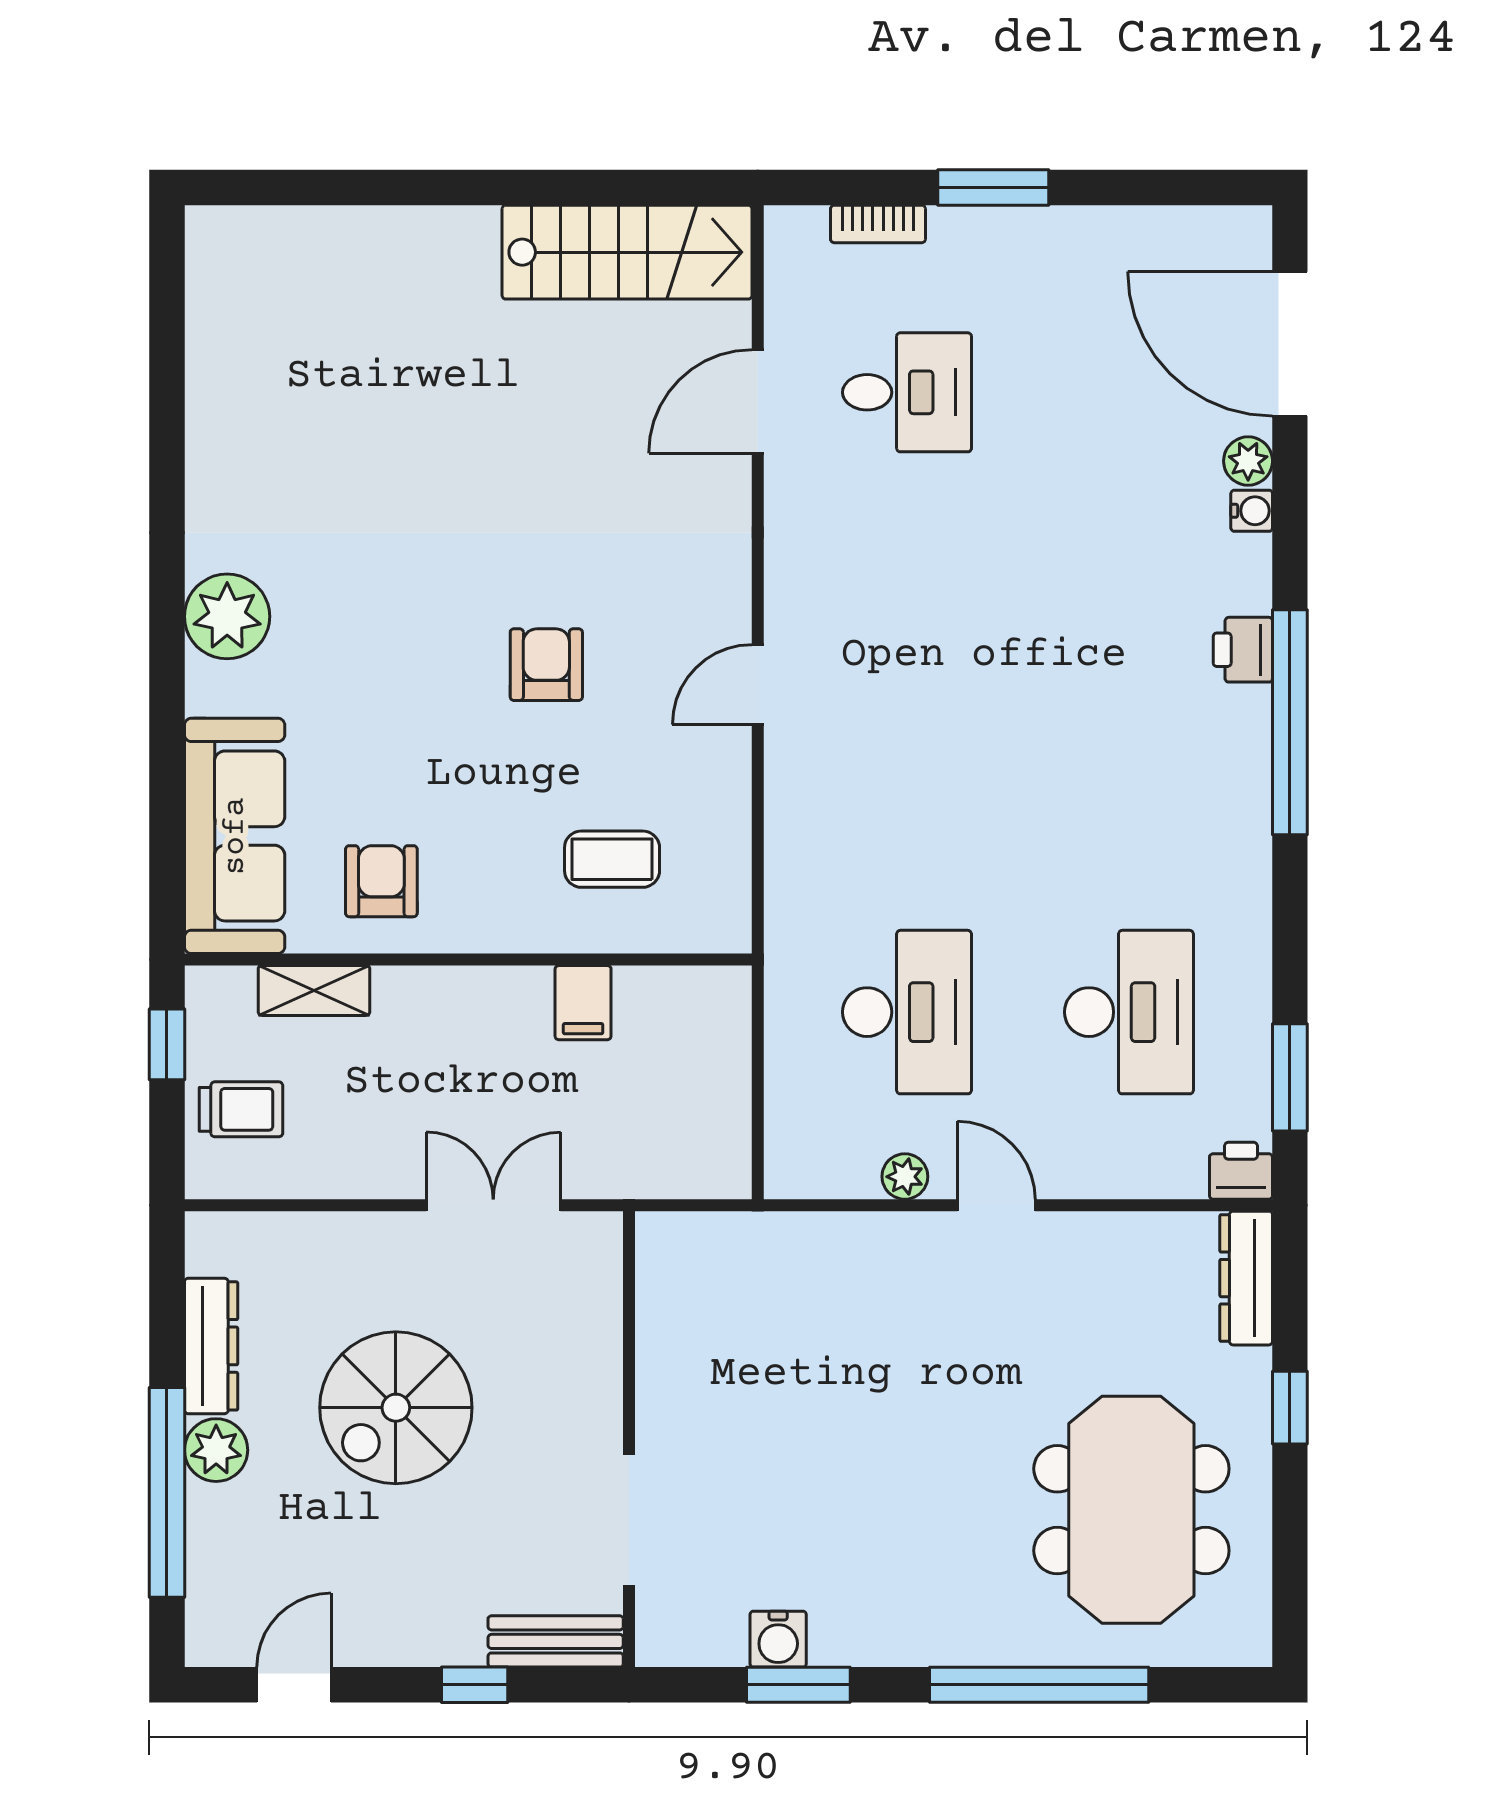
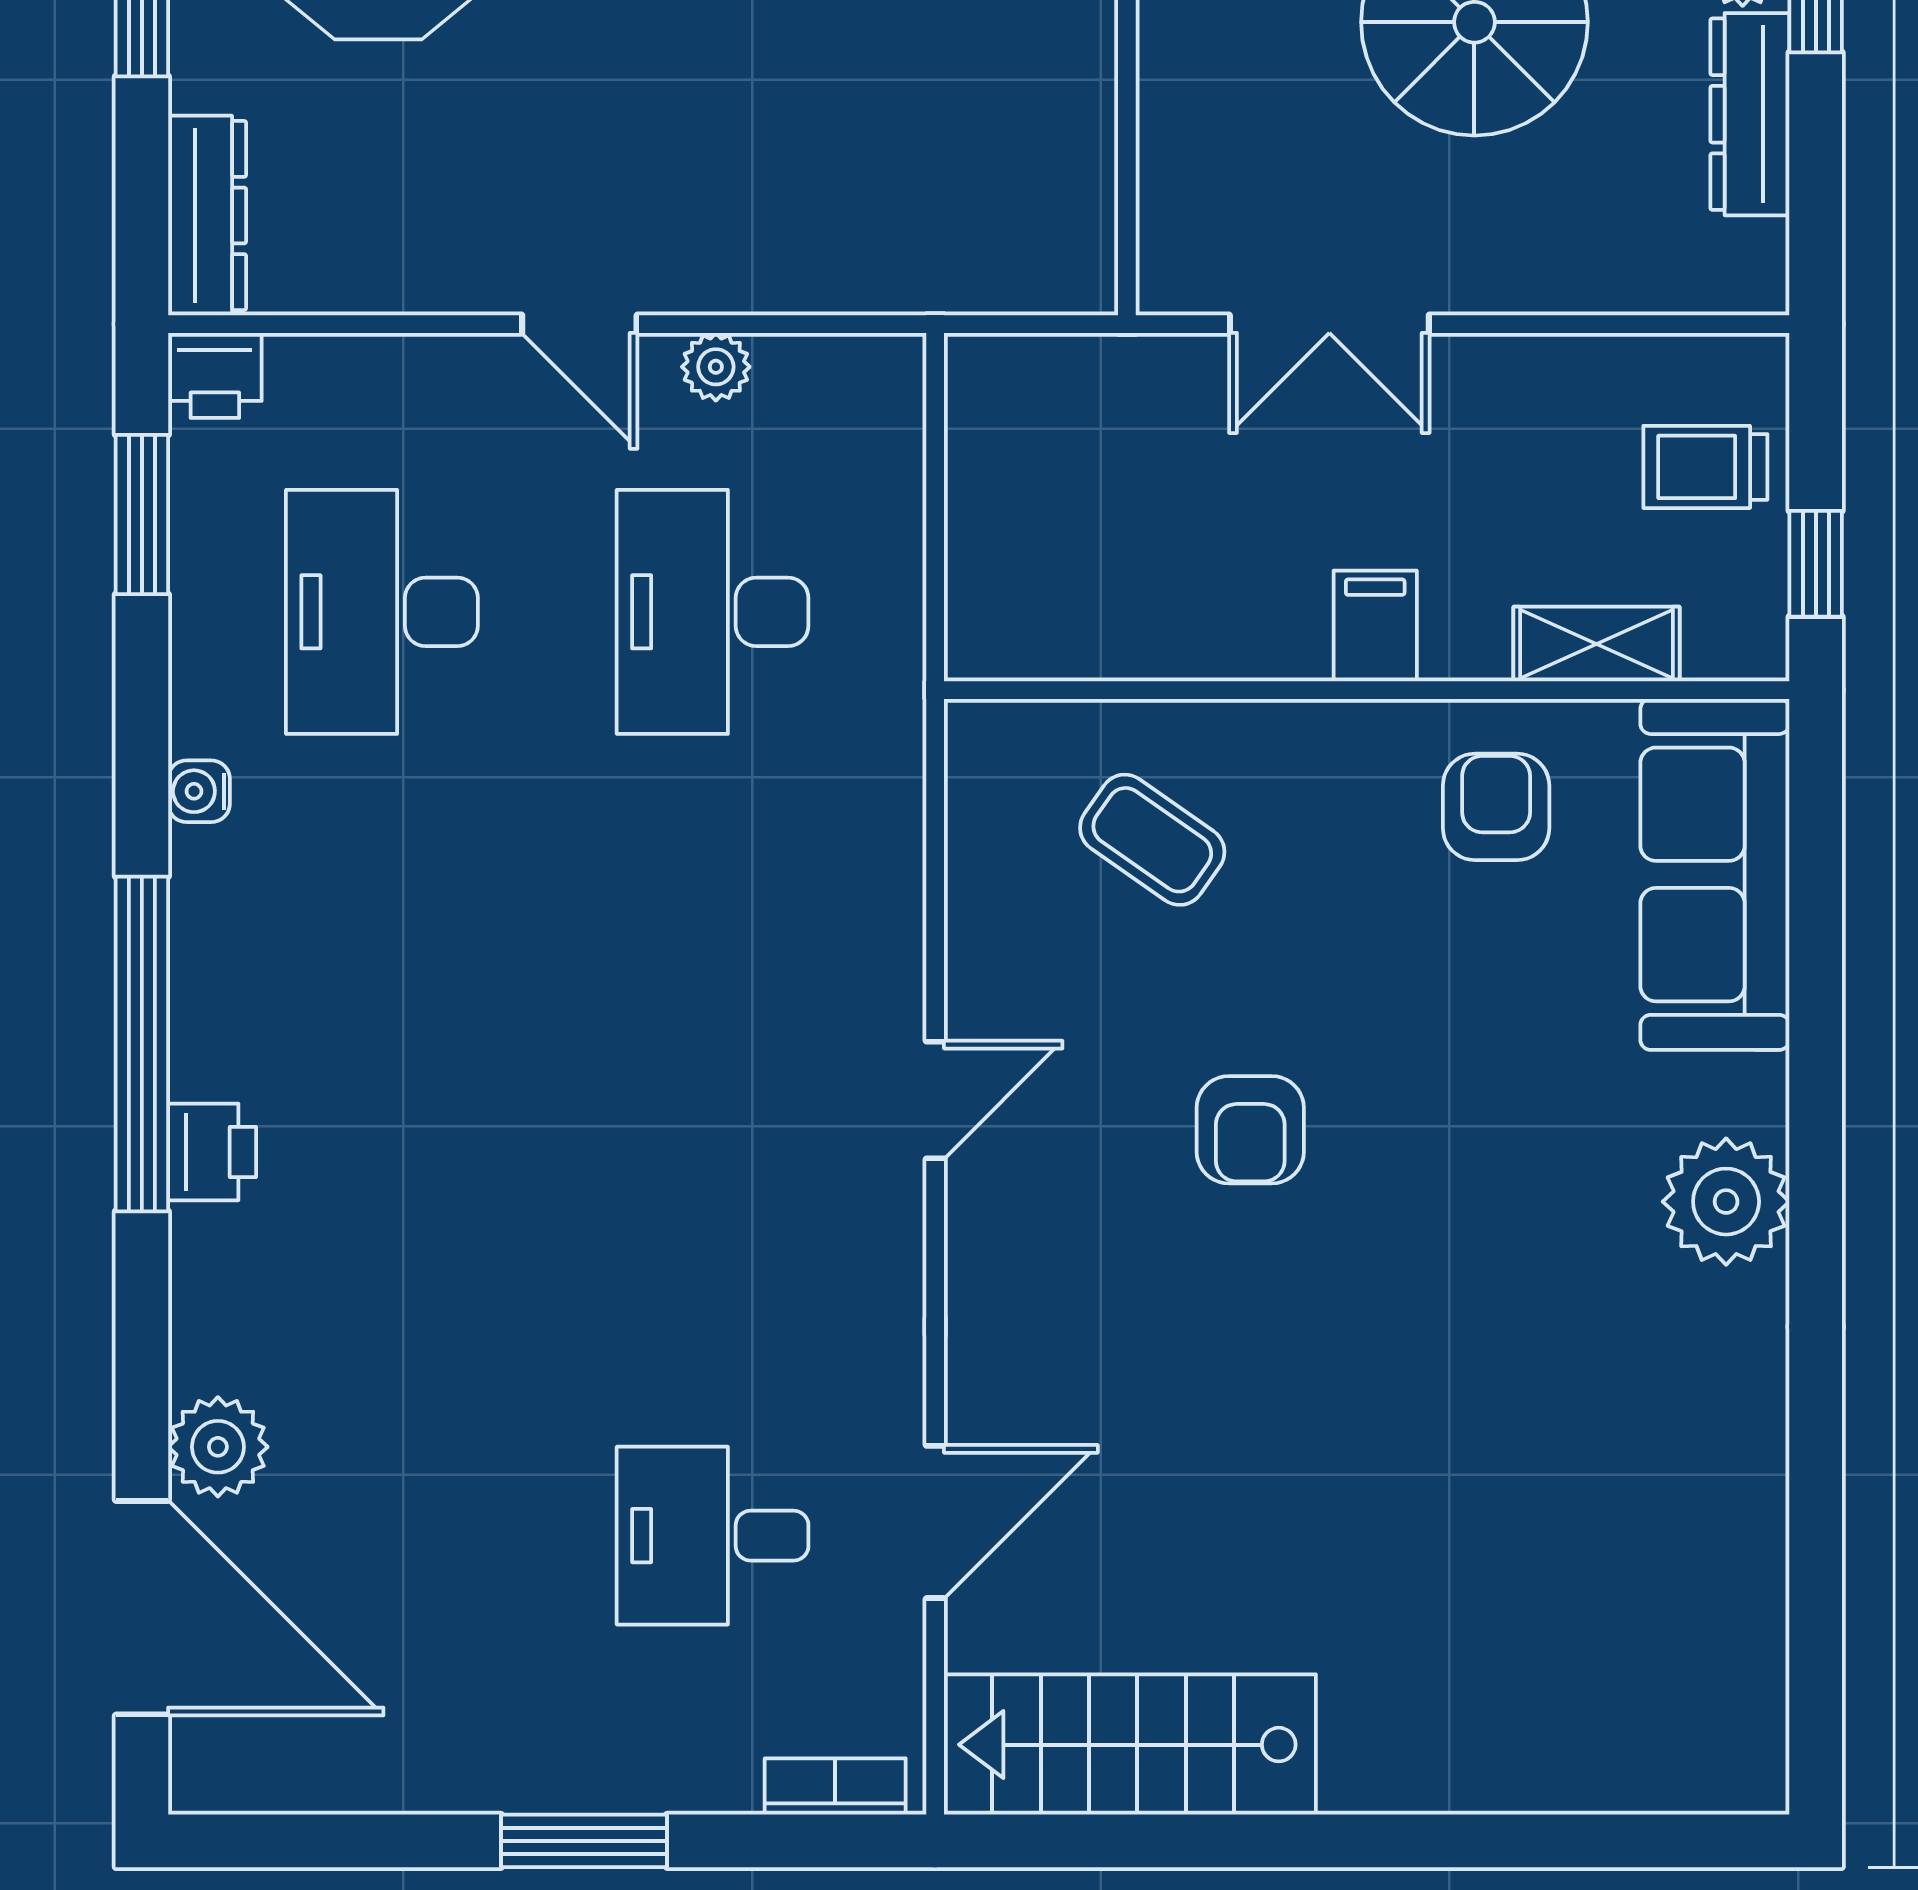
bookcase: (878, 224) -> (835, 1787), moved
plant: (1248, 461) -> (218, 1447), width x1.38, depth x1.38
water cooler: (1252, 511) -> (199, 791), moved
coffee table: (612, 859) -> (1152, 840), turned 35
armchair: (381, 881) -> (1496, 807), turned 180
filing cabinet: (583, 1003) -> (1375, 626), moved

